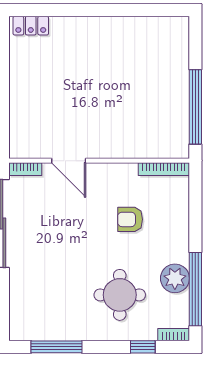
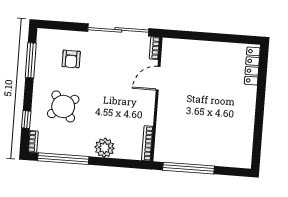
locker: (31, 26) -> (252, 66), width x1.53
armchair: (130, 219) -> (71, 59), moved, turned 180
plant: (175, 278) -> (105, 148), moved
round table: (120, 295) -> (63, 106), turned -36

